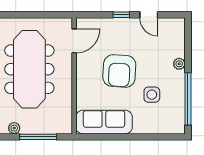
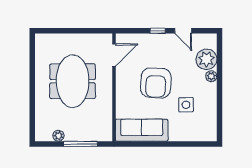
plant: (174, 46) -> (206, 59), added
meeting table: (29, 69) -> (73, 81), width x0.73
window: (188, 99) -> (219, 109), removed

